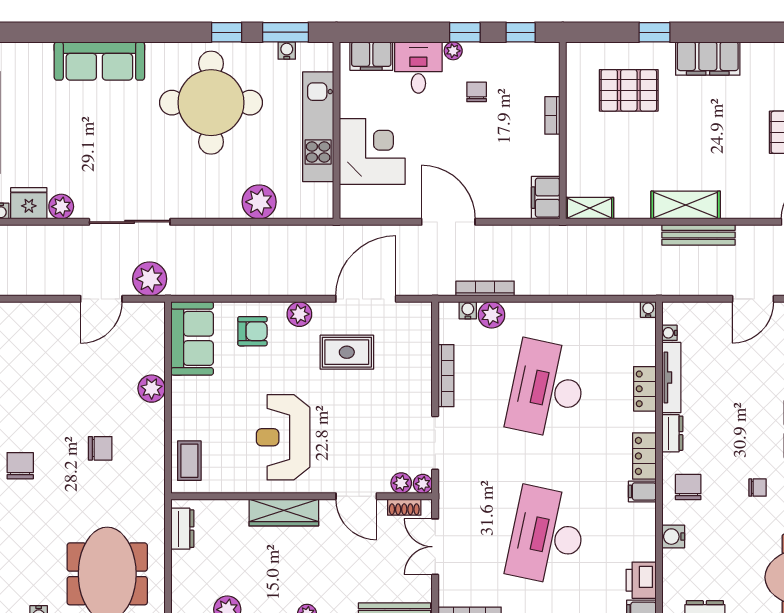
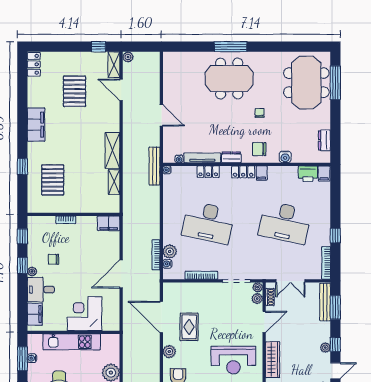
filing cabinet: (708, 58) -> (36, 125), moved
shelving: (590, 208) -> (114, 182), moved
bench: (698, 235) -> (154, 166), moved

